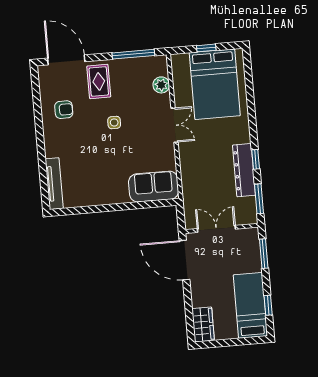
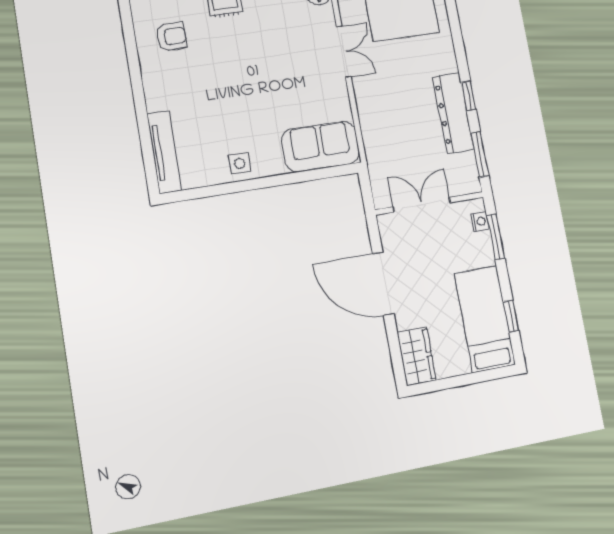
side table: (114, 123) -> (240, 163), moved
nightstand: (254, 243) -> (480, 221), added
door: (184, 260) -> (383, 284), moved

